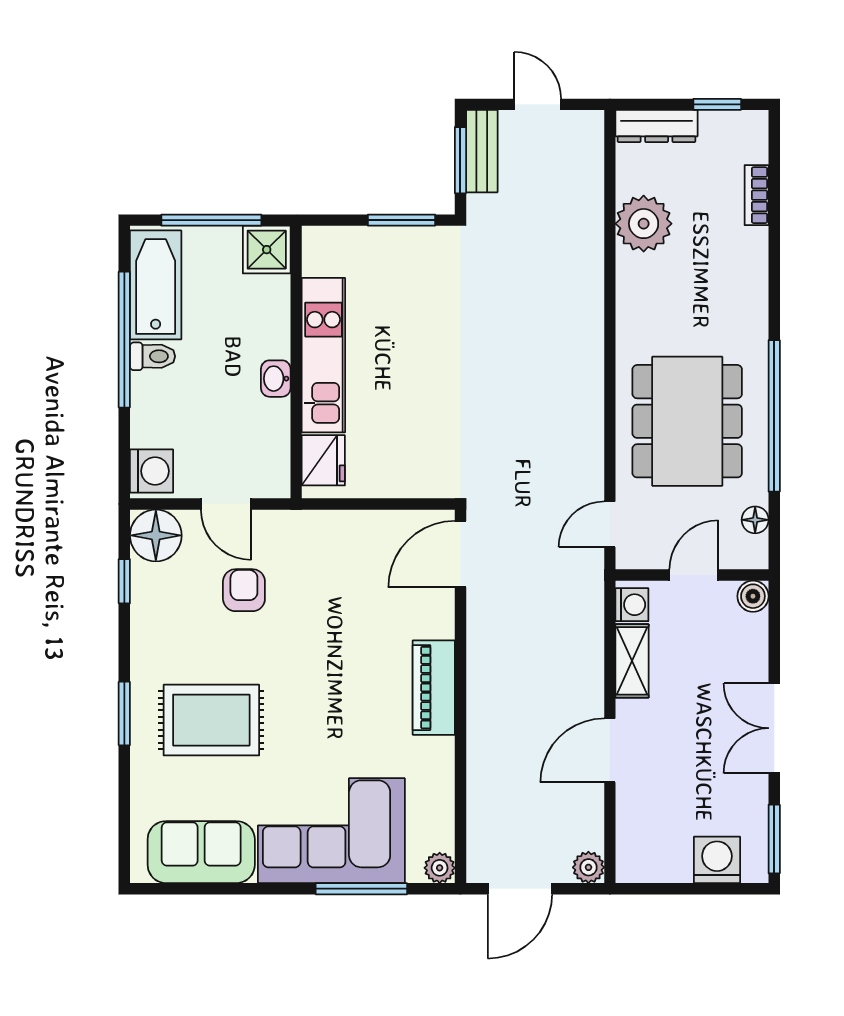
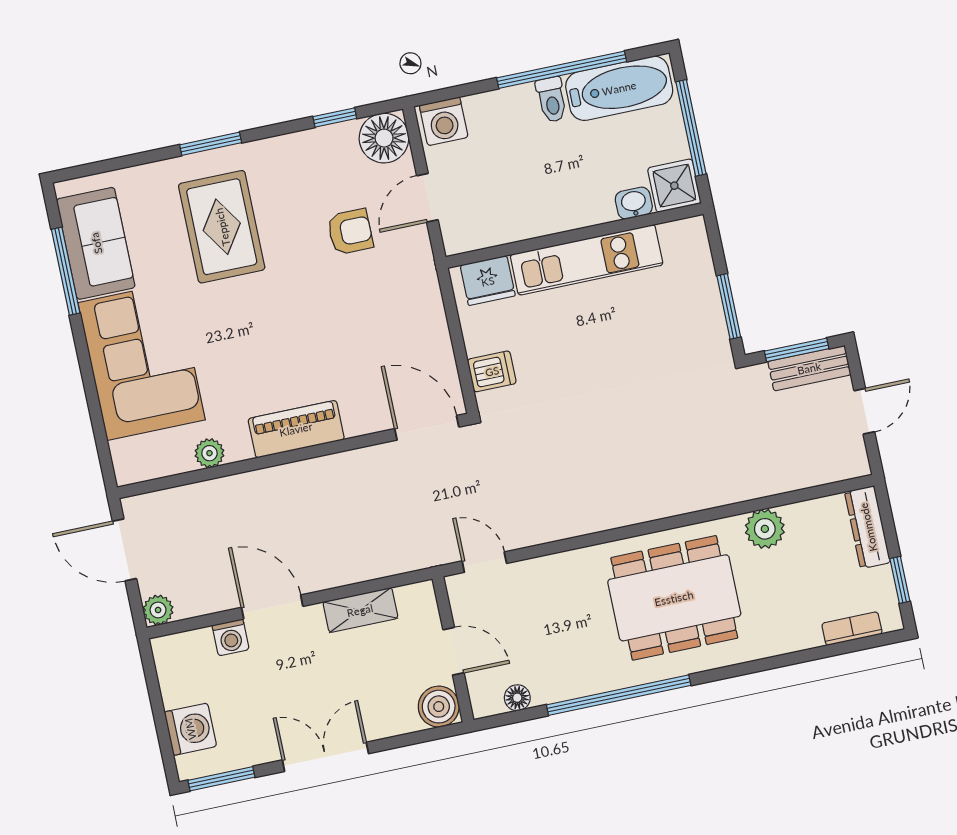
bookcase: (757, 195) -> (852, 629), moved
plant: (644, 224) -> (765, 529), width x0.73, depth x0.73
washbasin: (276, 379) -> (634, 203), moved
dining table: (687, 421) -> (674, 598), moved
dishwasher: (417, 476) -> (492, 371), added
boiler: (753, 596) -> (439, 707), width x1.36, depth x1.36
washing machine: (632, 605) -> (231, 637), moved
plant: (440, 868) -> (209, 453), moved
window: (361, 889) -> (66, 271), moved

